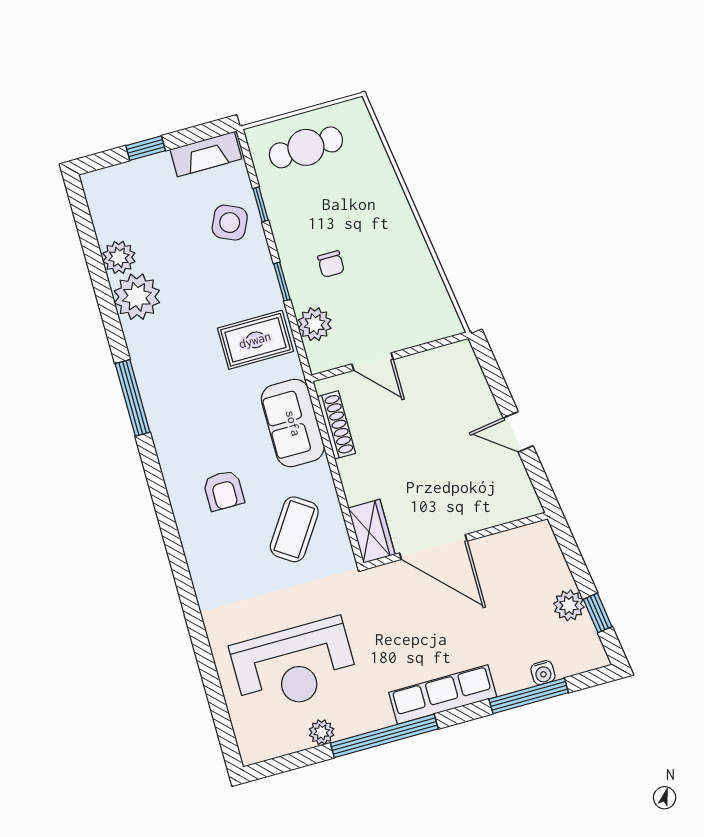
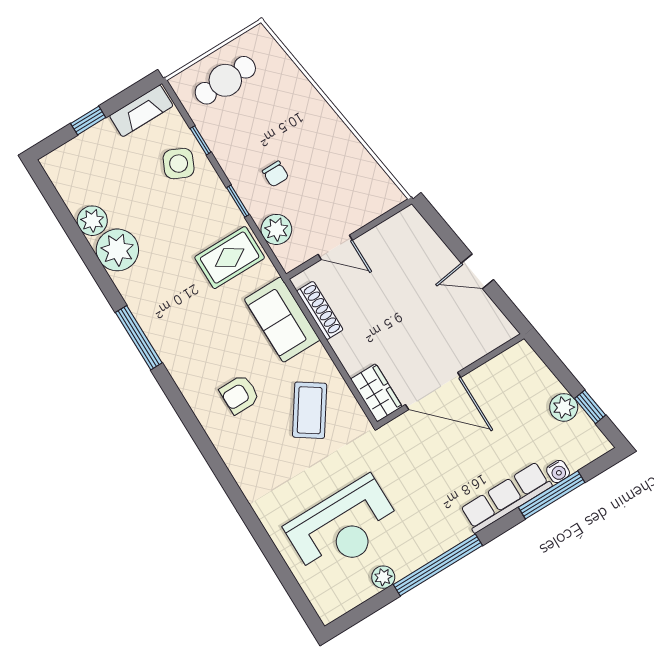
armchair: (224, 490) -> (240, 394), turned 90
row of seats: (443, 695) -> (506, 497), moved

